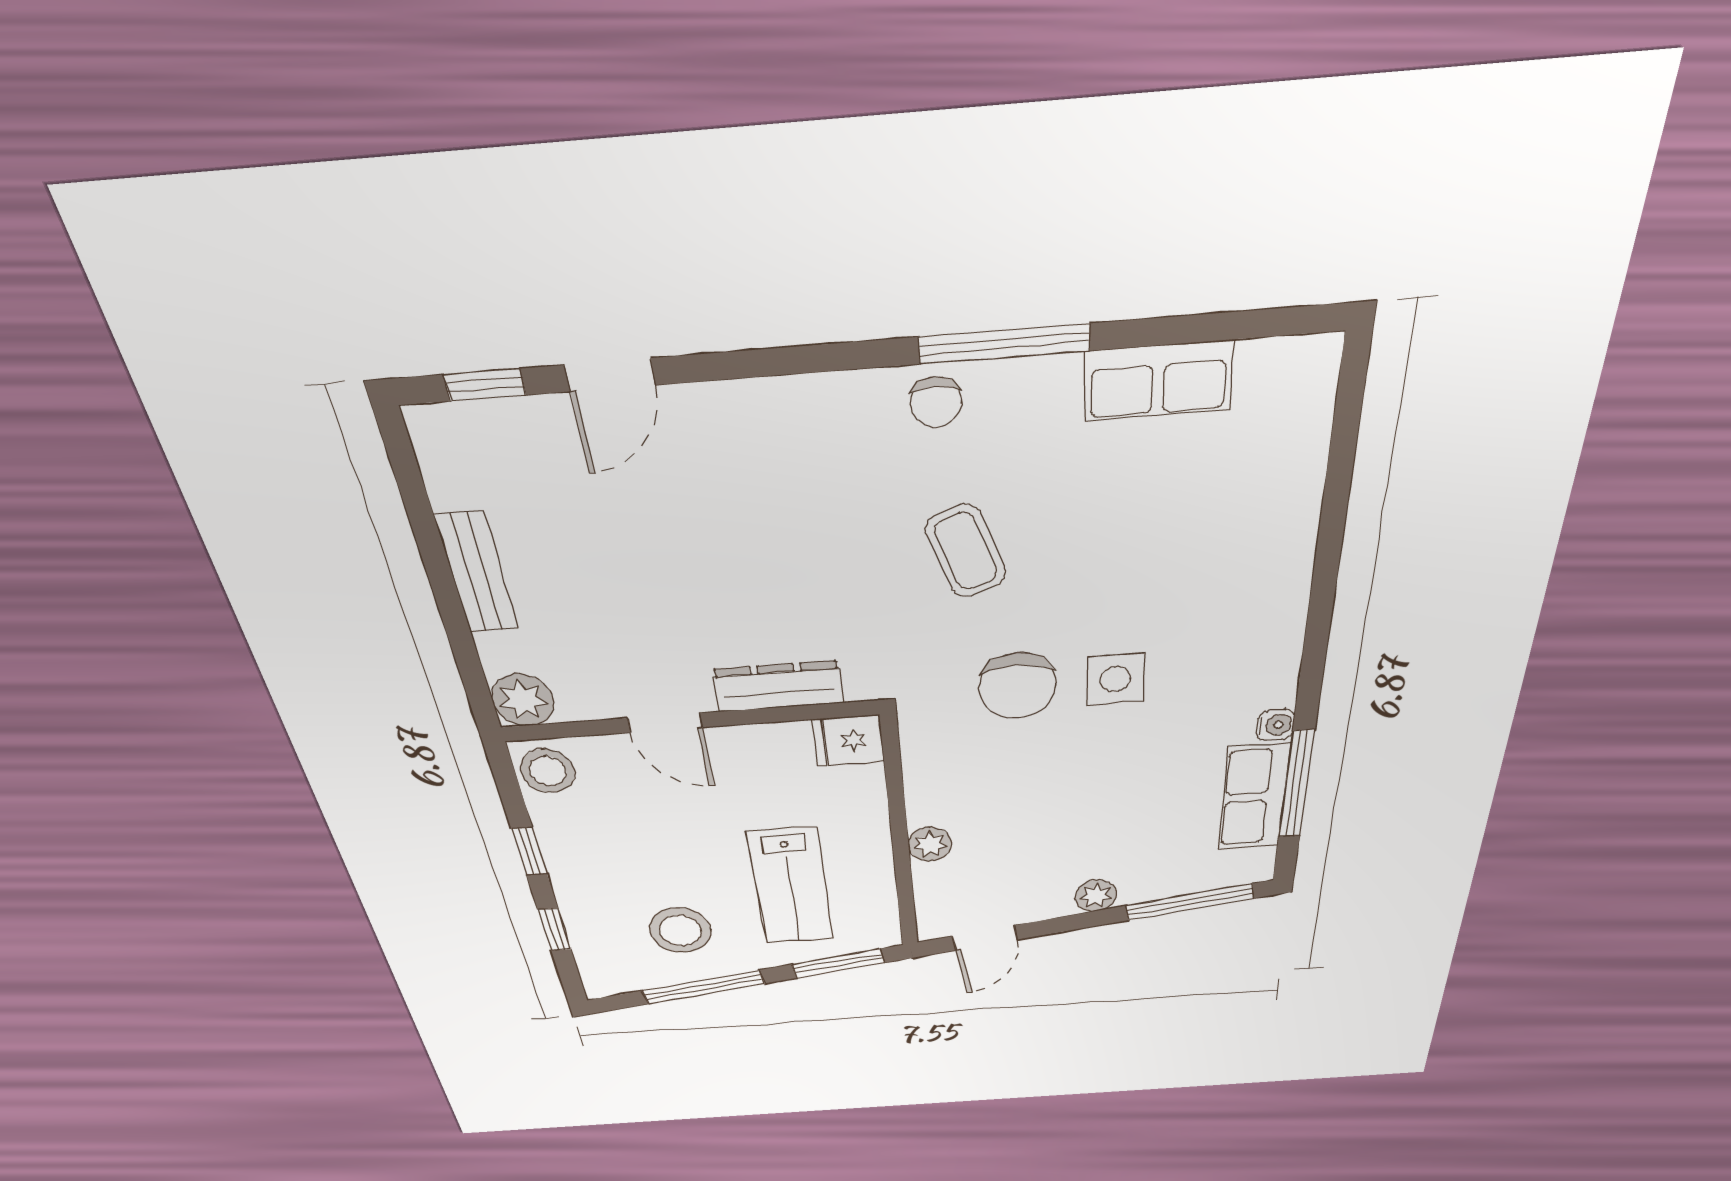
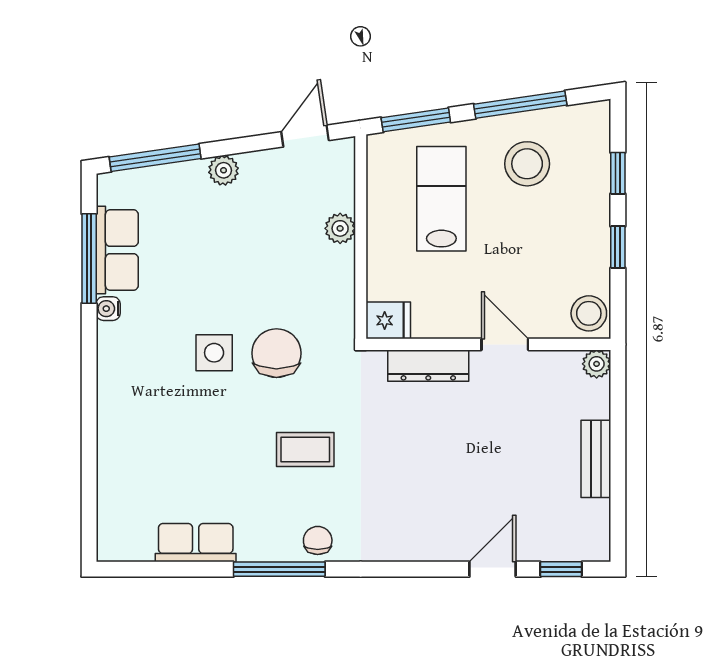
coffee table: (966, 551) -> (305, 449), turned -70
plant: (523, 700) -> (597, 364), width x0.73, depth x0.73

